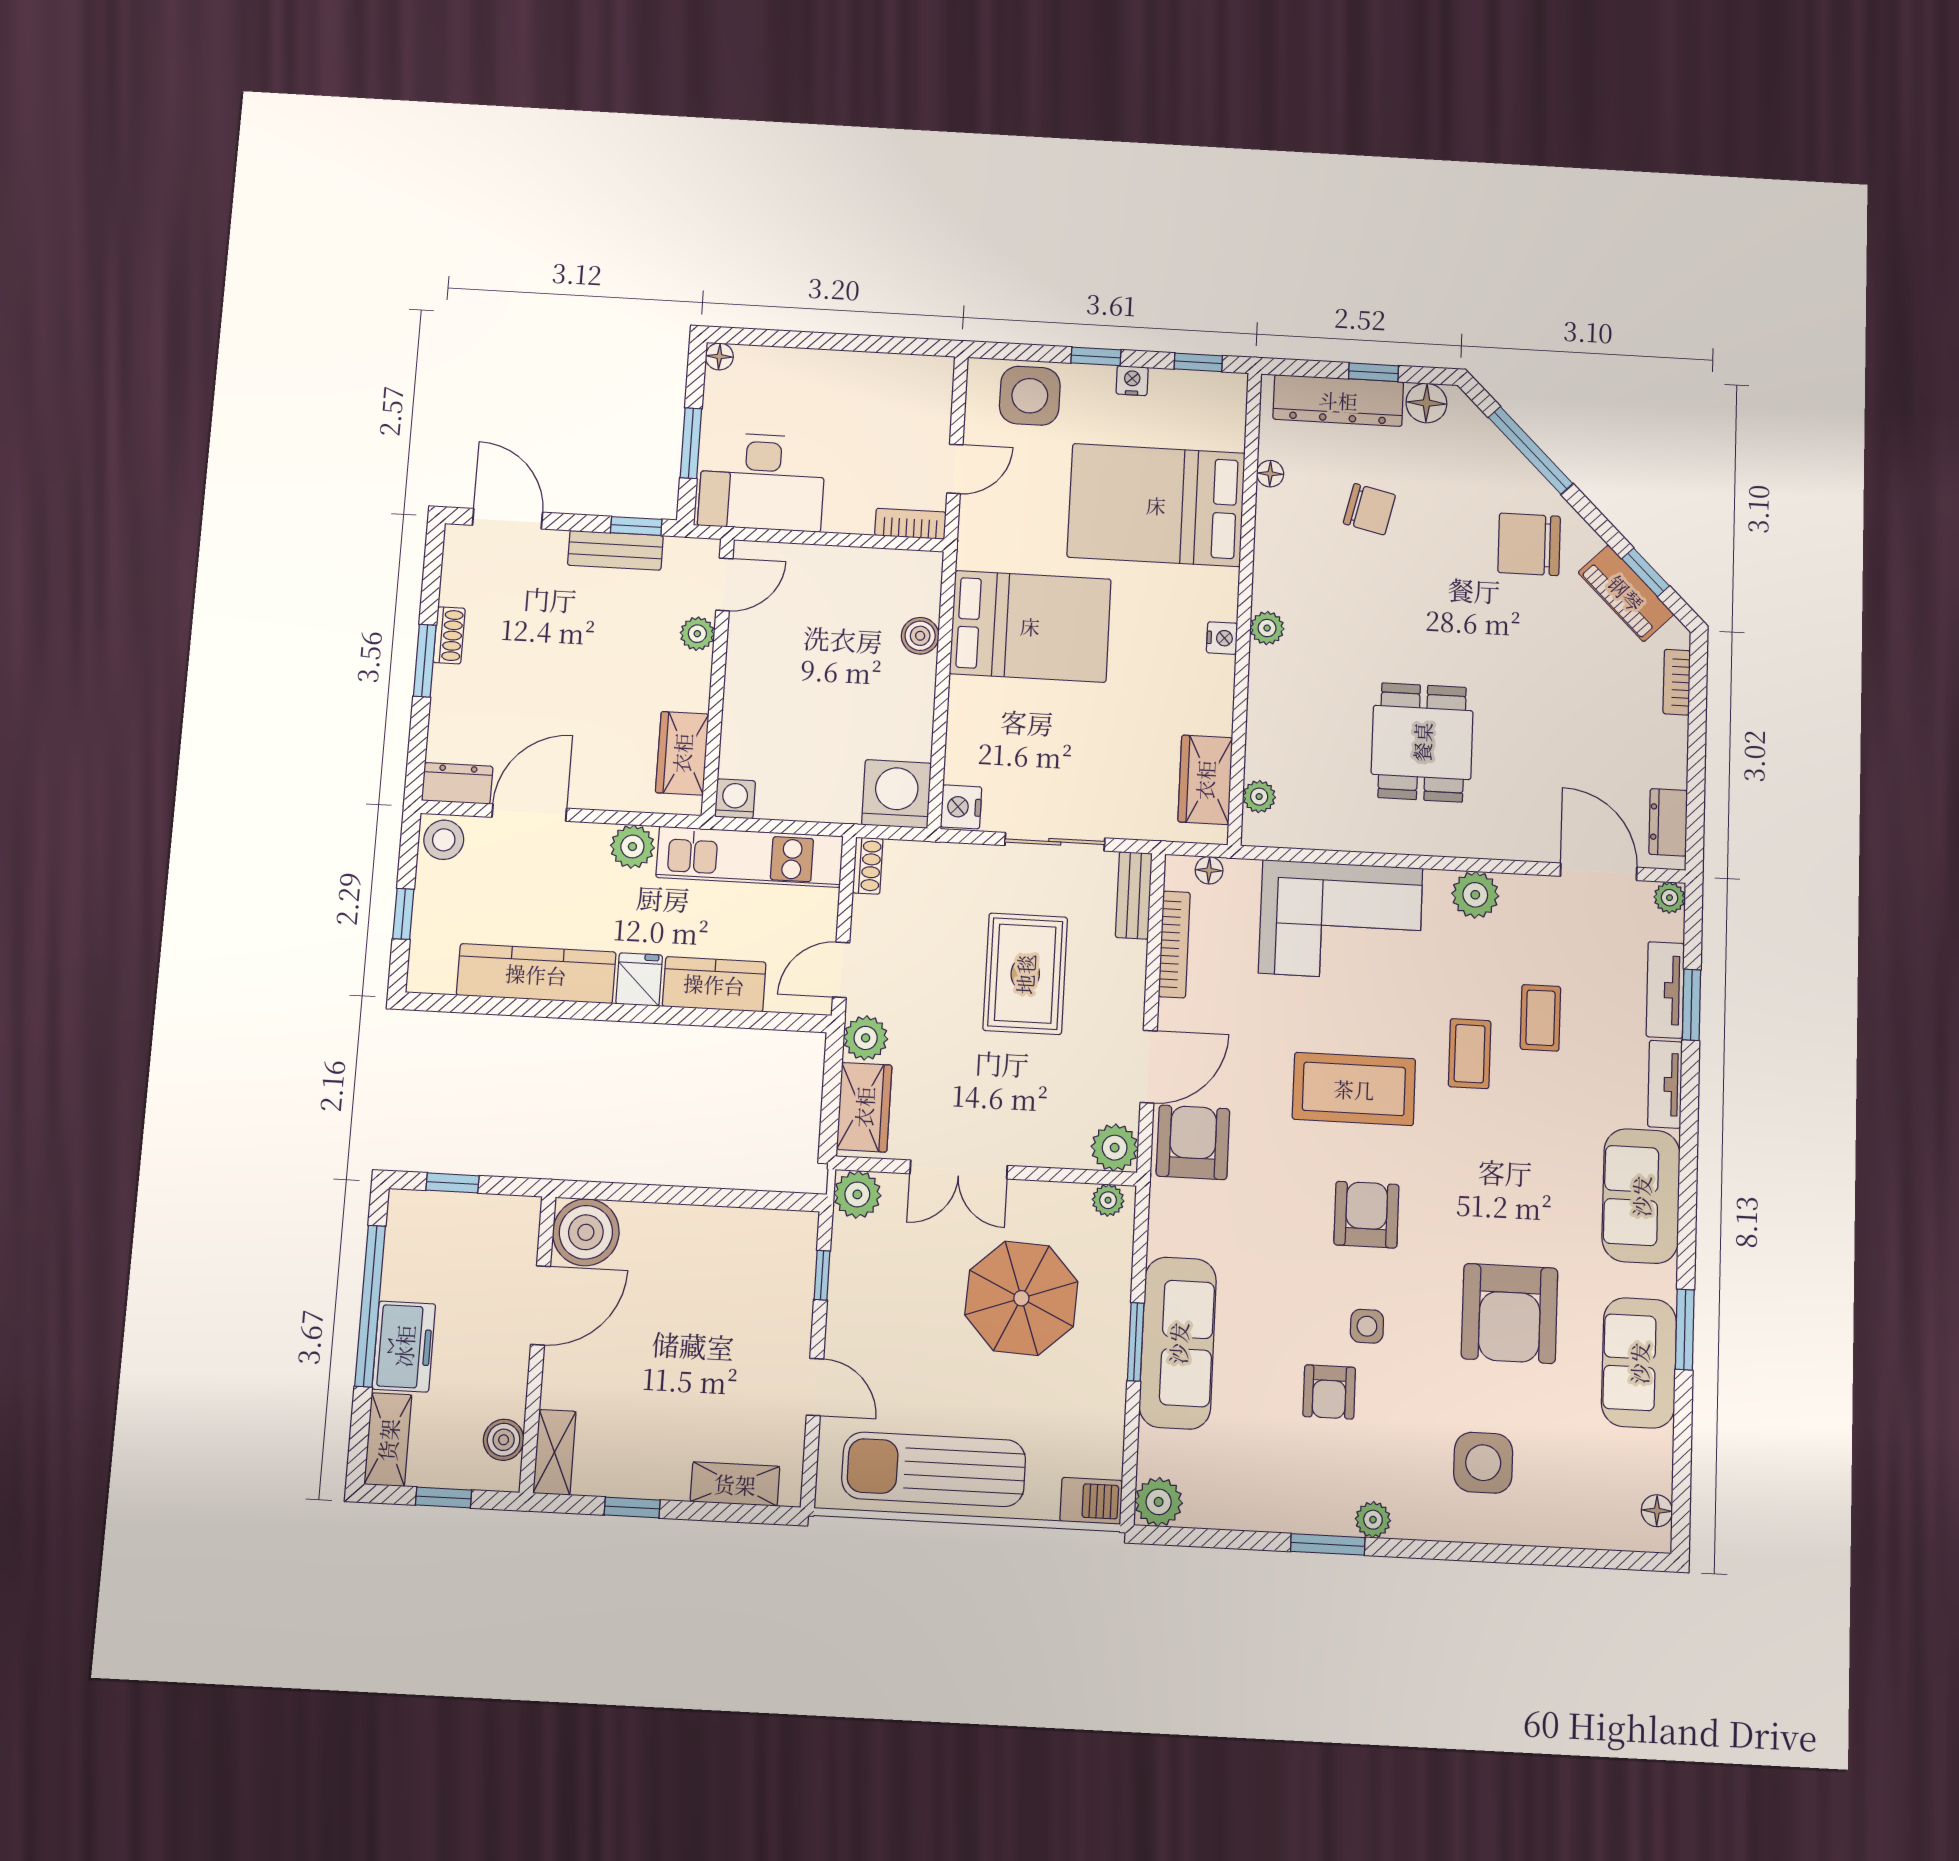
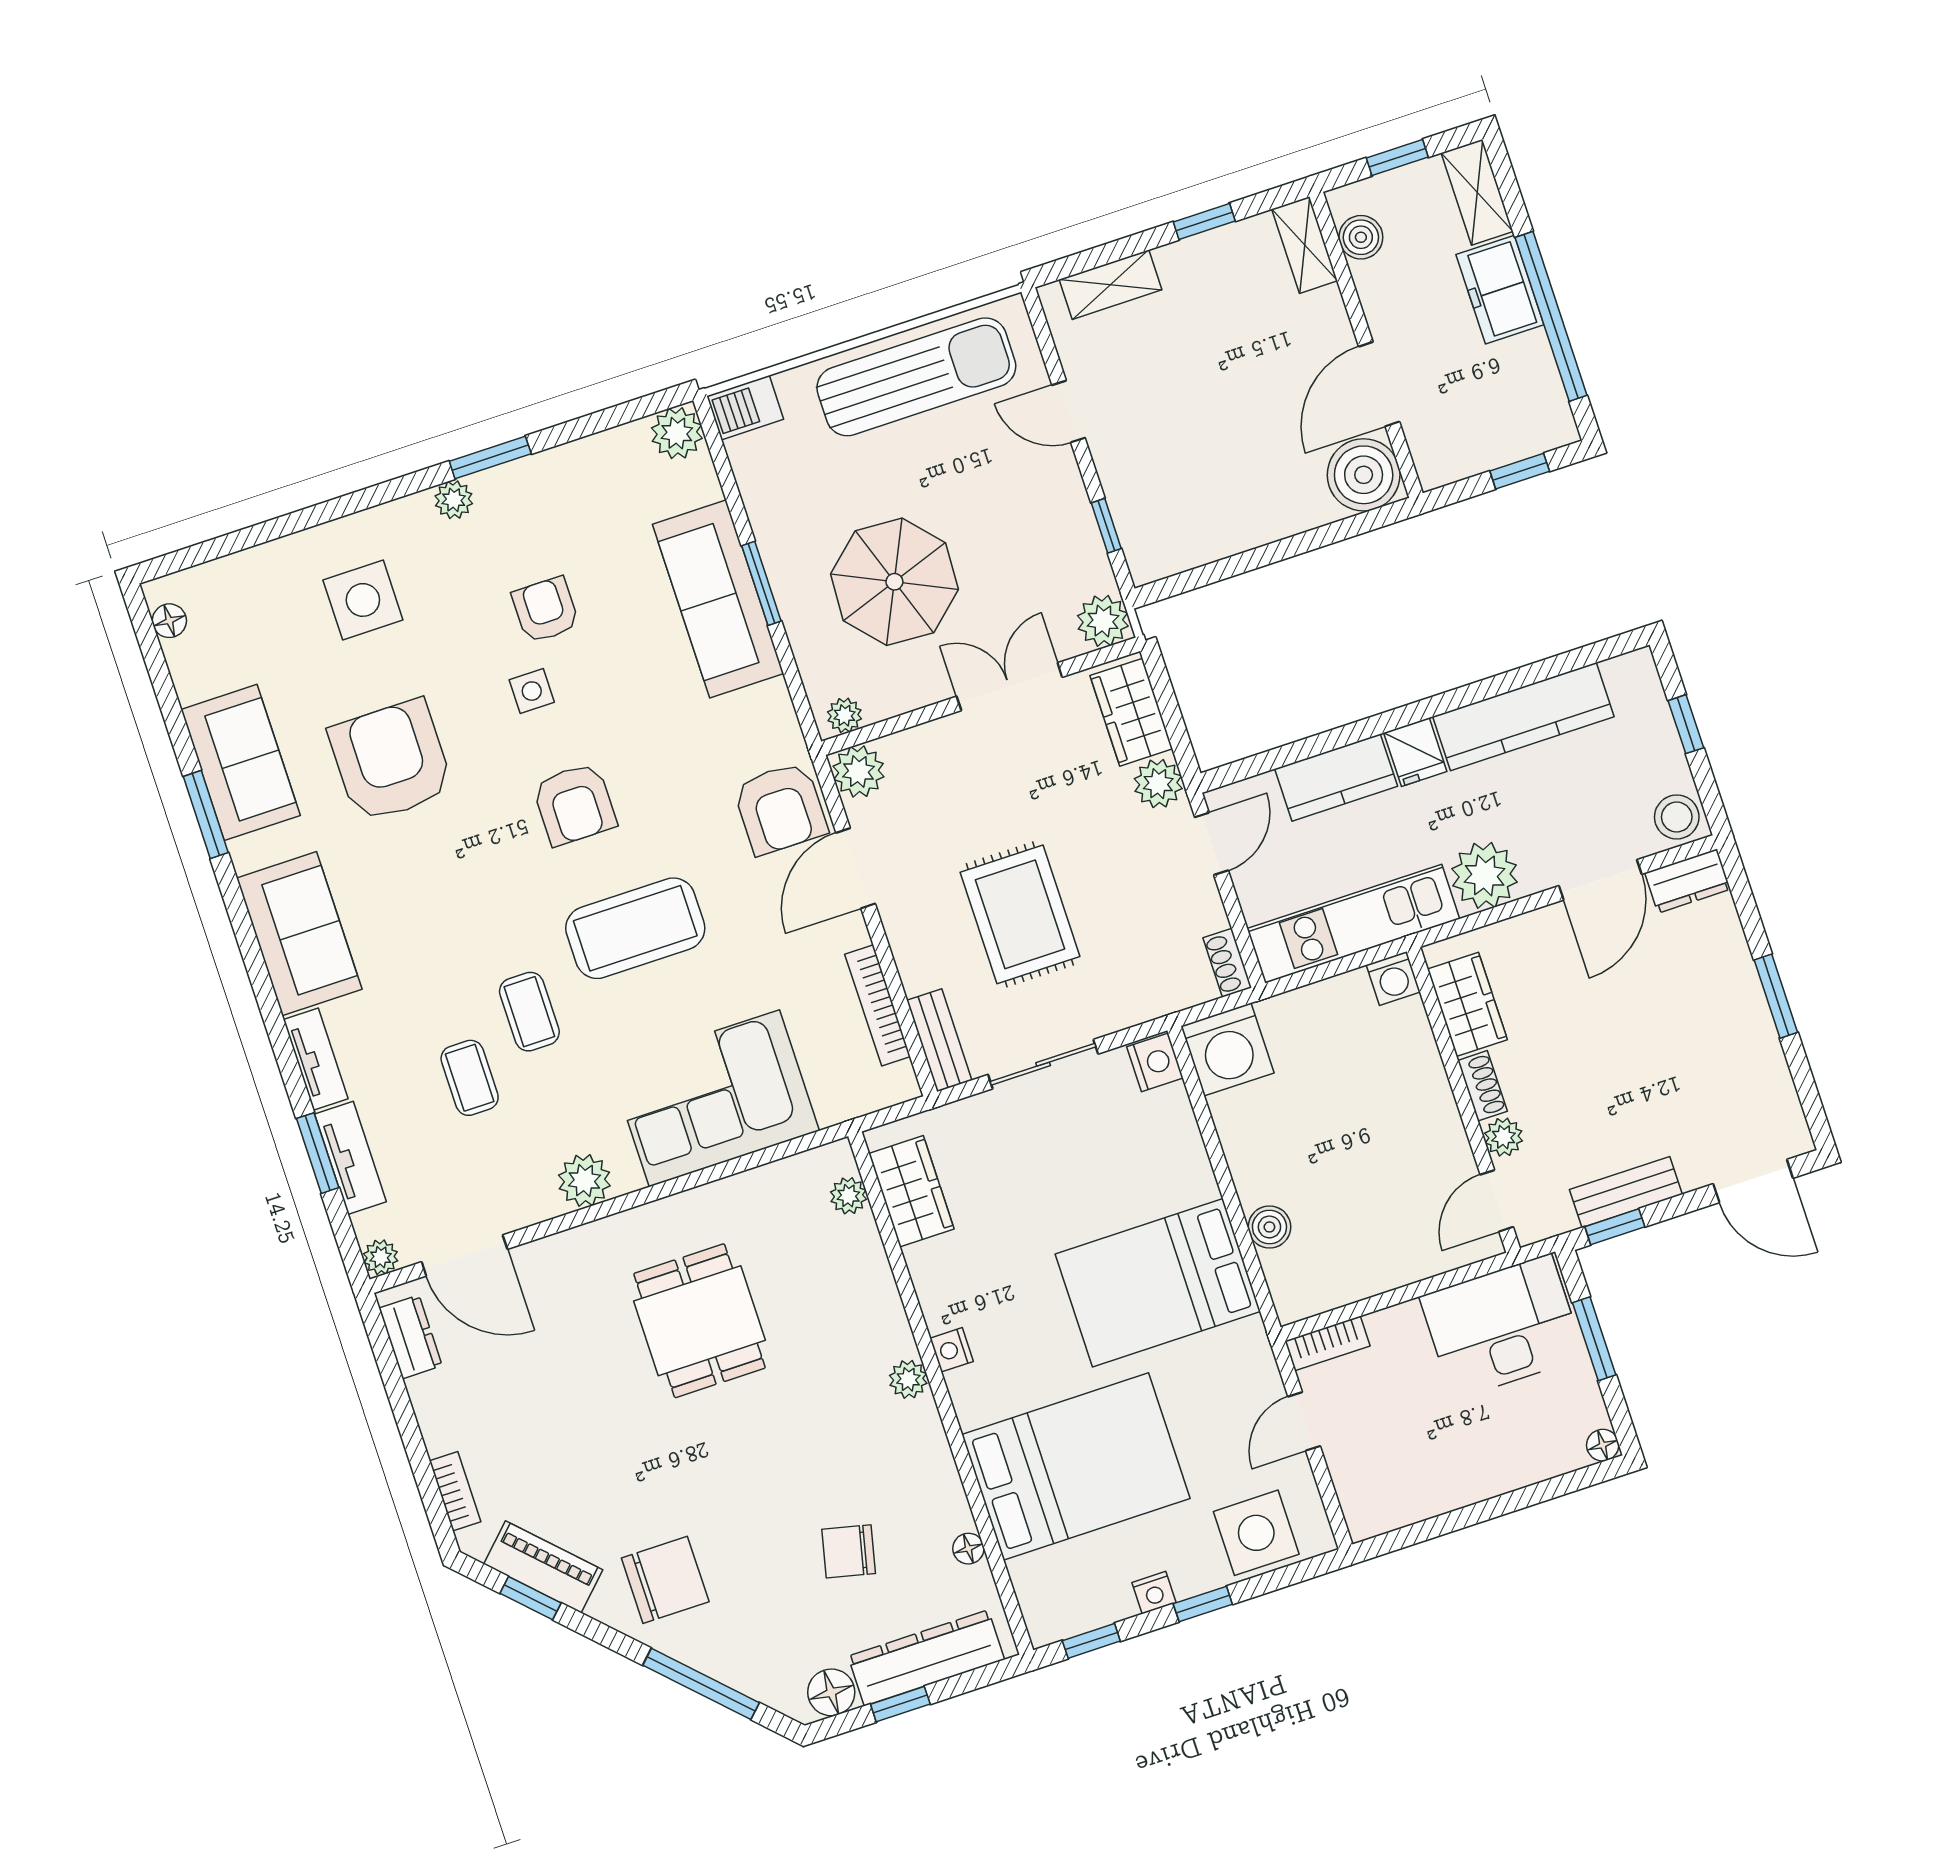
shoe rack: (449, 635) -> (1483, 1086), moved, turned 180
plant: (632, 847) -> (1485, 875), width x1.36, depth x1.36
floor lamp: (1209, 870) -> (871, 1097), removed

